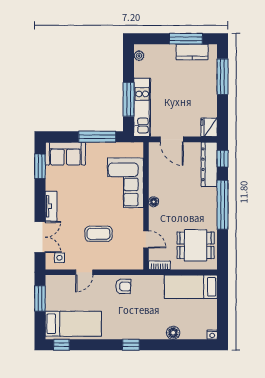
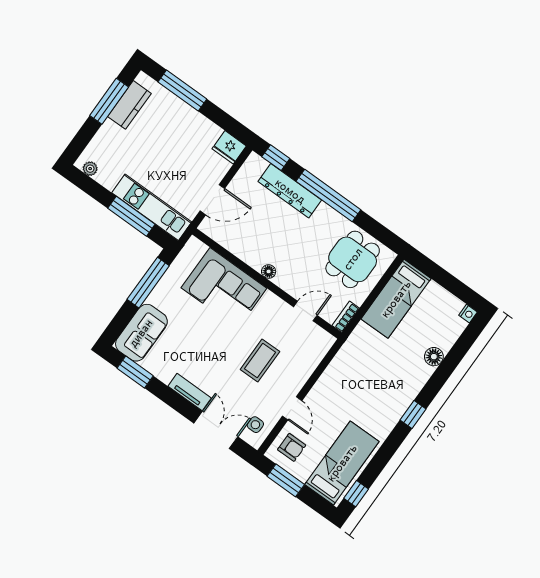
dresser: (209, 164) -> (290, 191), moved
armchair: (123, 286) -> (292, 447), moved, turned 88

